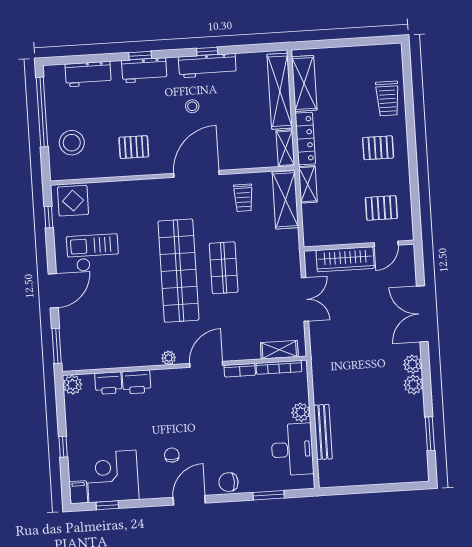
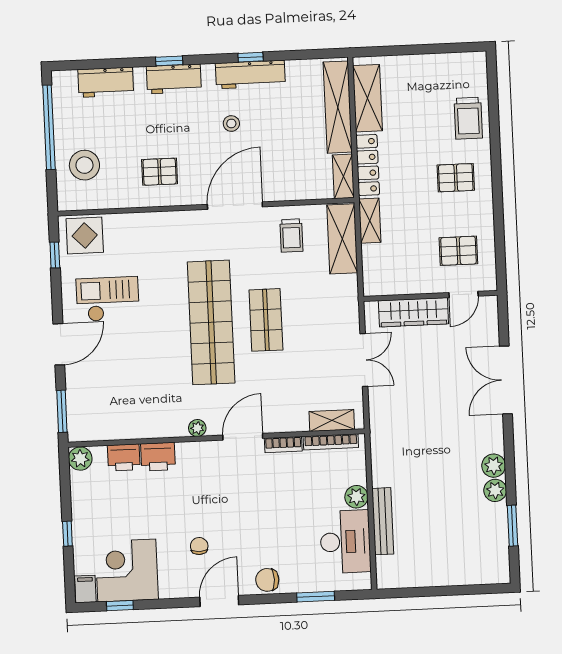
plant: (413, 364) -> (495, 490), moved

